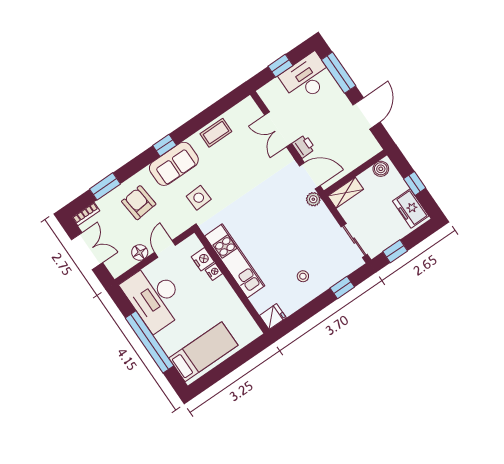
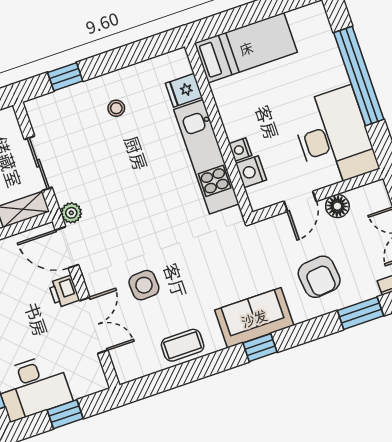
side table: (199, 198) -> (144, 285), moved
sliding door: (354, 241) -> (38, 163), moved
fridge: (273, 317) -> (184, 90), moved
bed: (203, 352) -> (246, 48), moved, turned 180

